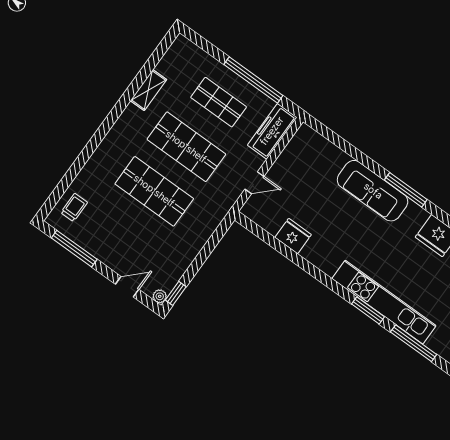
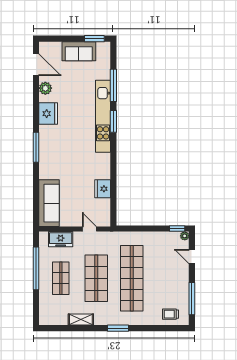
window: (104, 129) -> (118, 328), added
freezer: (272, 131) -> (61, 239), width x0.71
shop shelf: (154, 191) -> (132, 278), width x1.40
sofa: (373, 191) -> (49, 203), moved

